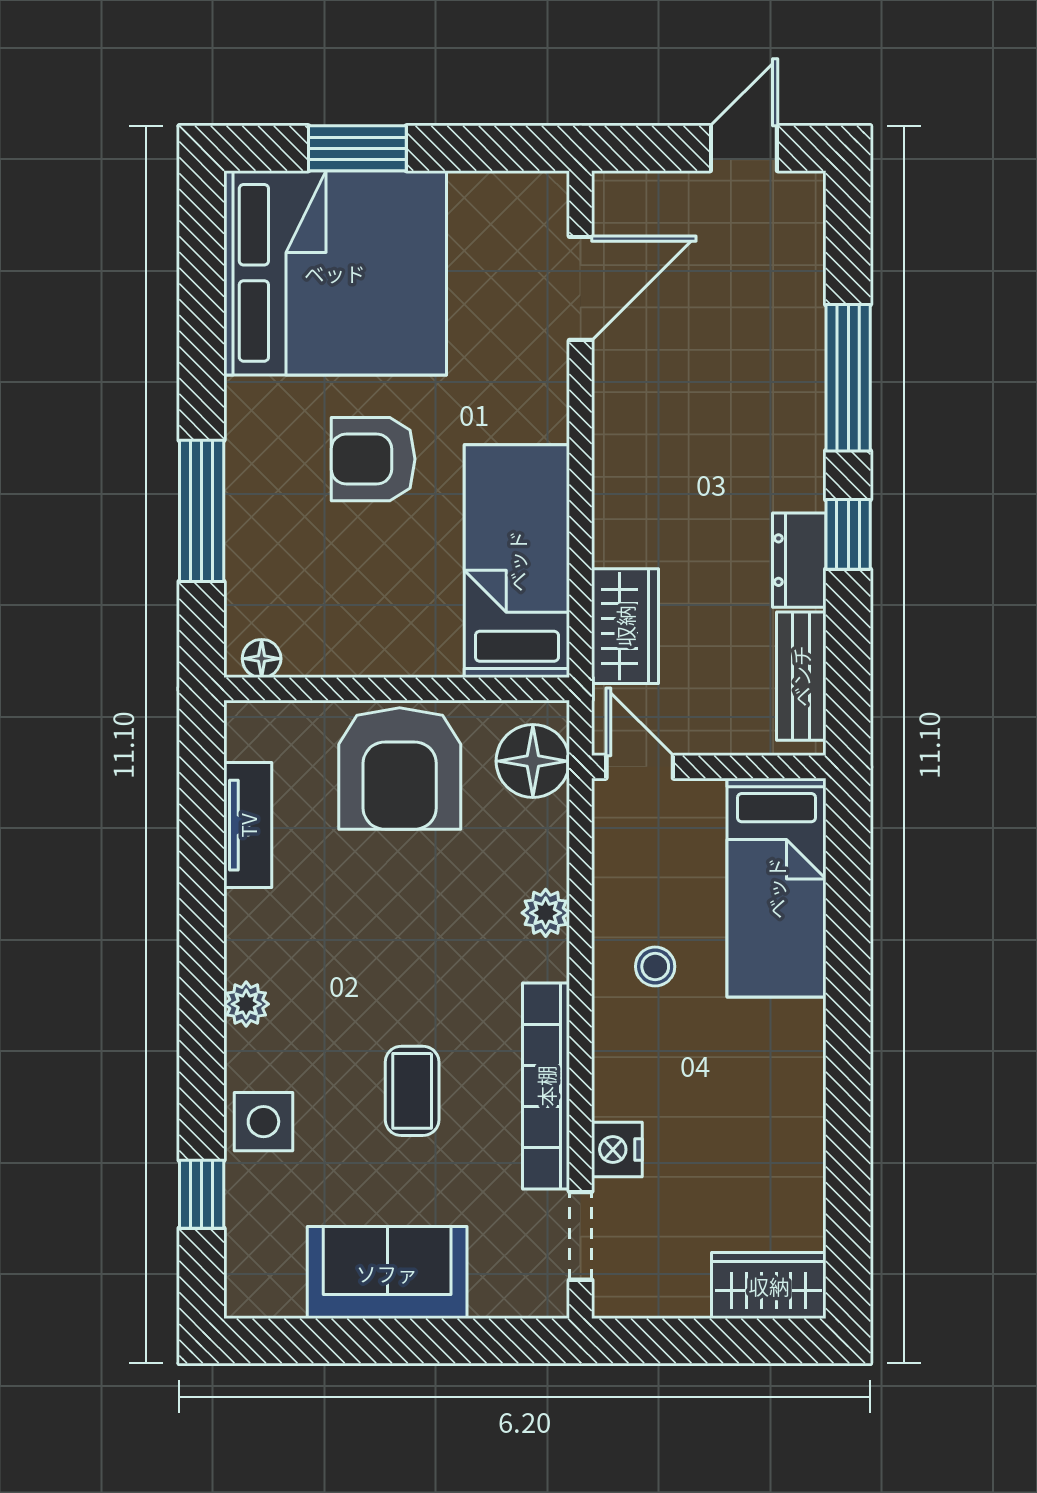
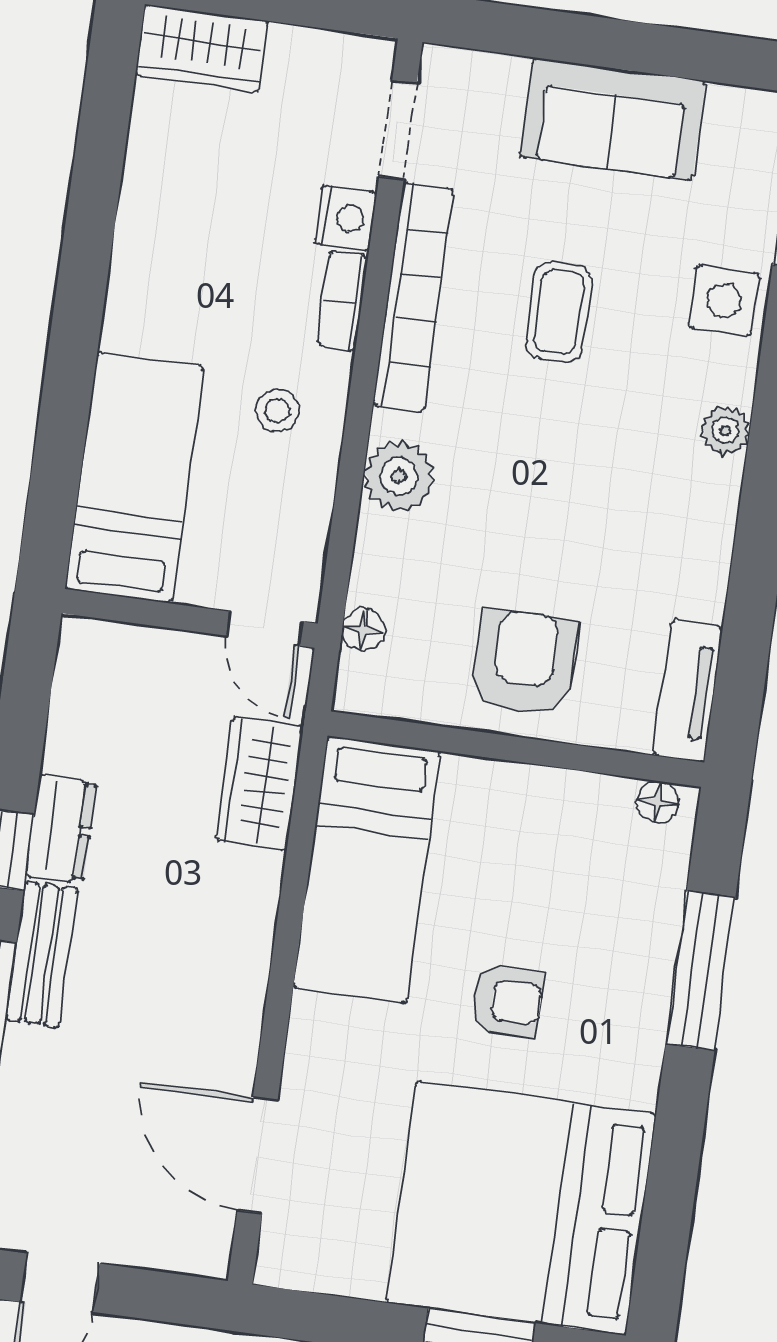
door: (581, 288) -> (257, 1155), hinge flipped
armchair: (373, 459) -> (507, 1001), width x0.72, depth x0.72
bench: (801, 676) -> (42, 954), moved
floor lamp: (533, 761) -> (363, 630), width x0.53, depth x0.53
armchair: (400, 769) -> (524, 662), width x0.73, depth x0.73
tv unit: (248, 825) -> (688, 691), moved
plant: (546, 913) -> (399, 476), width x1.38, depth x1.38
bookcase: (609, 1074) -> (343, 301), added

